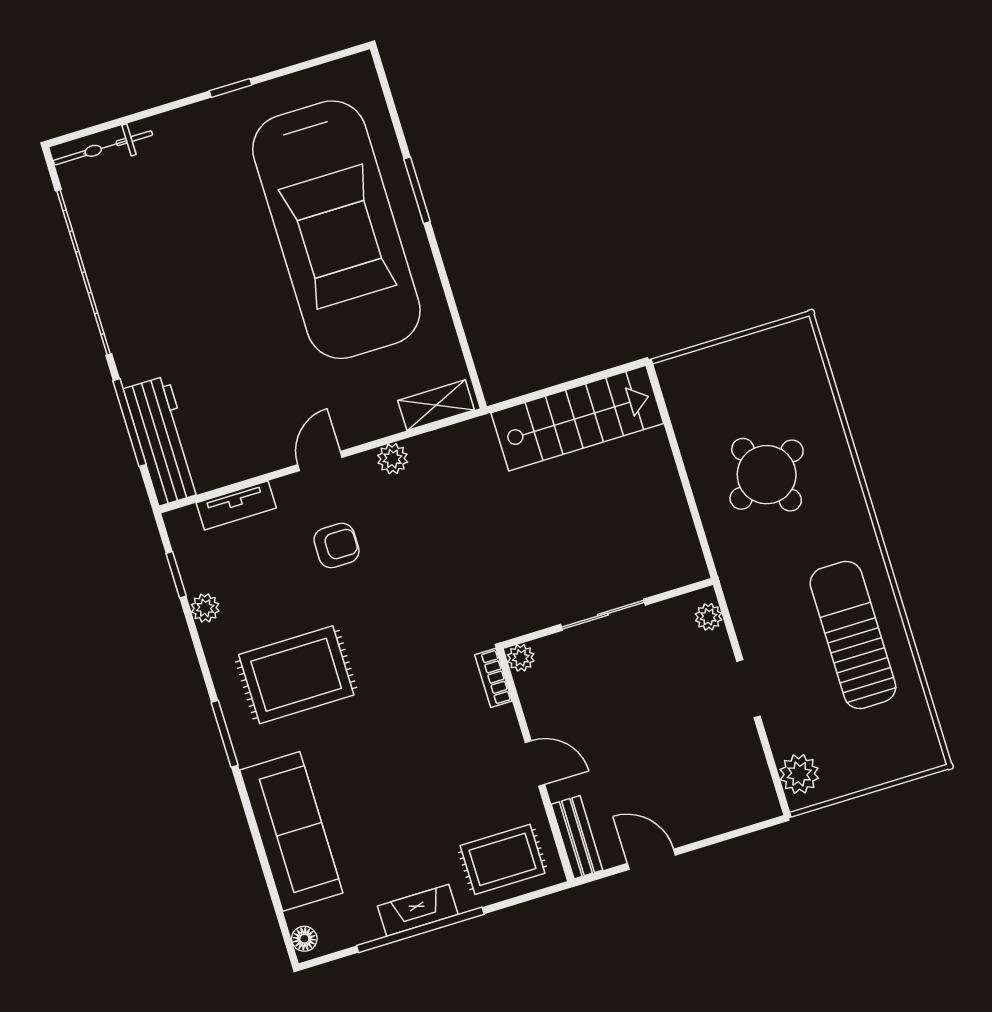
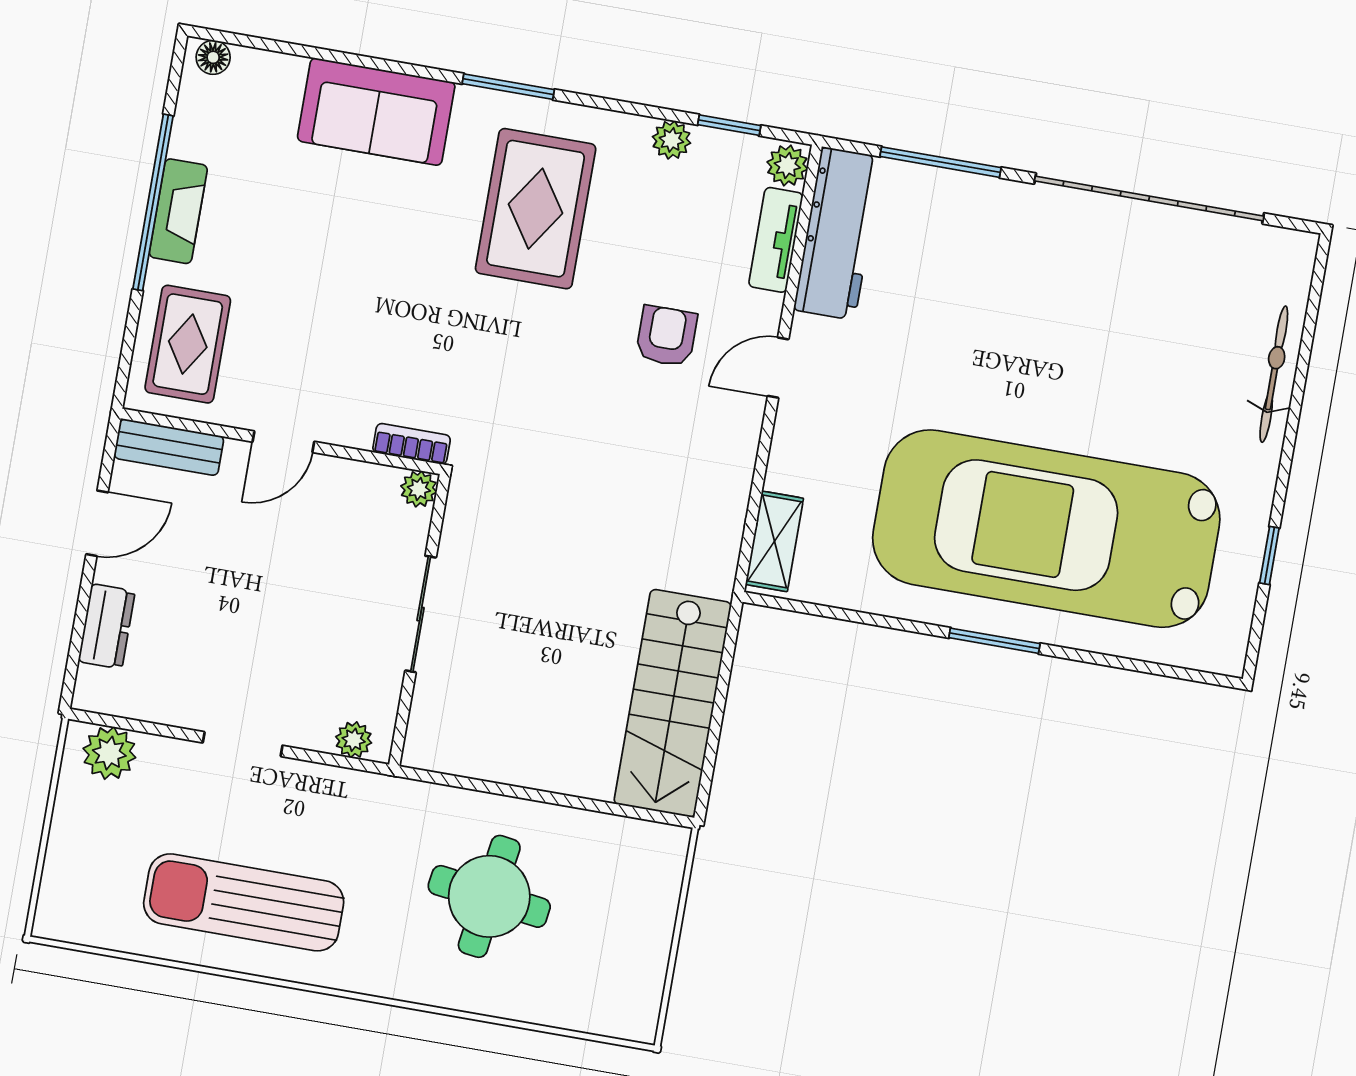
window: (231, 88) -> (1269, 555), moved
bicycle: (103, 148) -> (1274, 374), moved
window: (417, 190) -> (994, 641), moved
workbench: (163, 441) -> (838, 234), moved, turned -90
plant: (393, 459) -> (787, 165), moved
door: (320, 461) -> (778, 368), swing flipped
round table: (767, 475) -> (489, 896), turned 34
armchair: (337, 545) -> (666, 336), turned 180
sun lounger: (853, 635) -> (244, 902), turned 180
dresser: (716, 818) -> (107, 626), added
sofa: (291, 831) -> (376, 112), width x0.73

